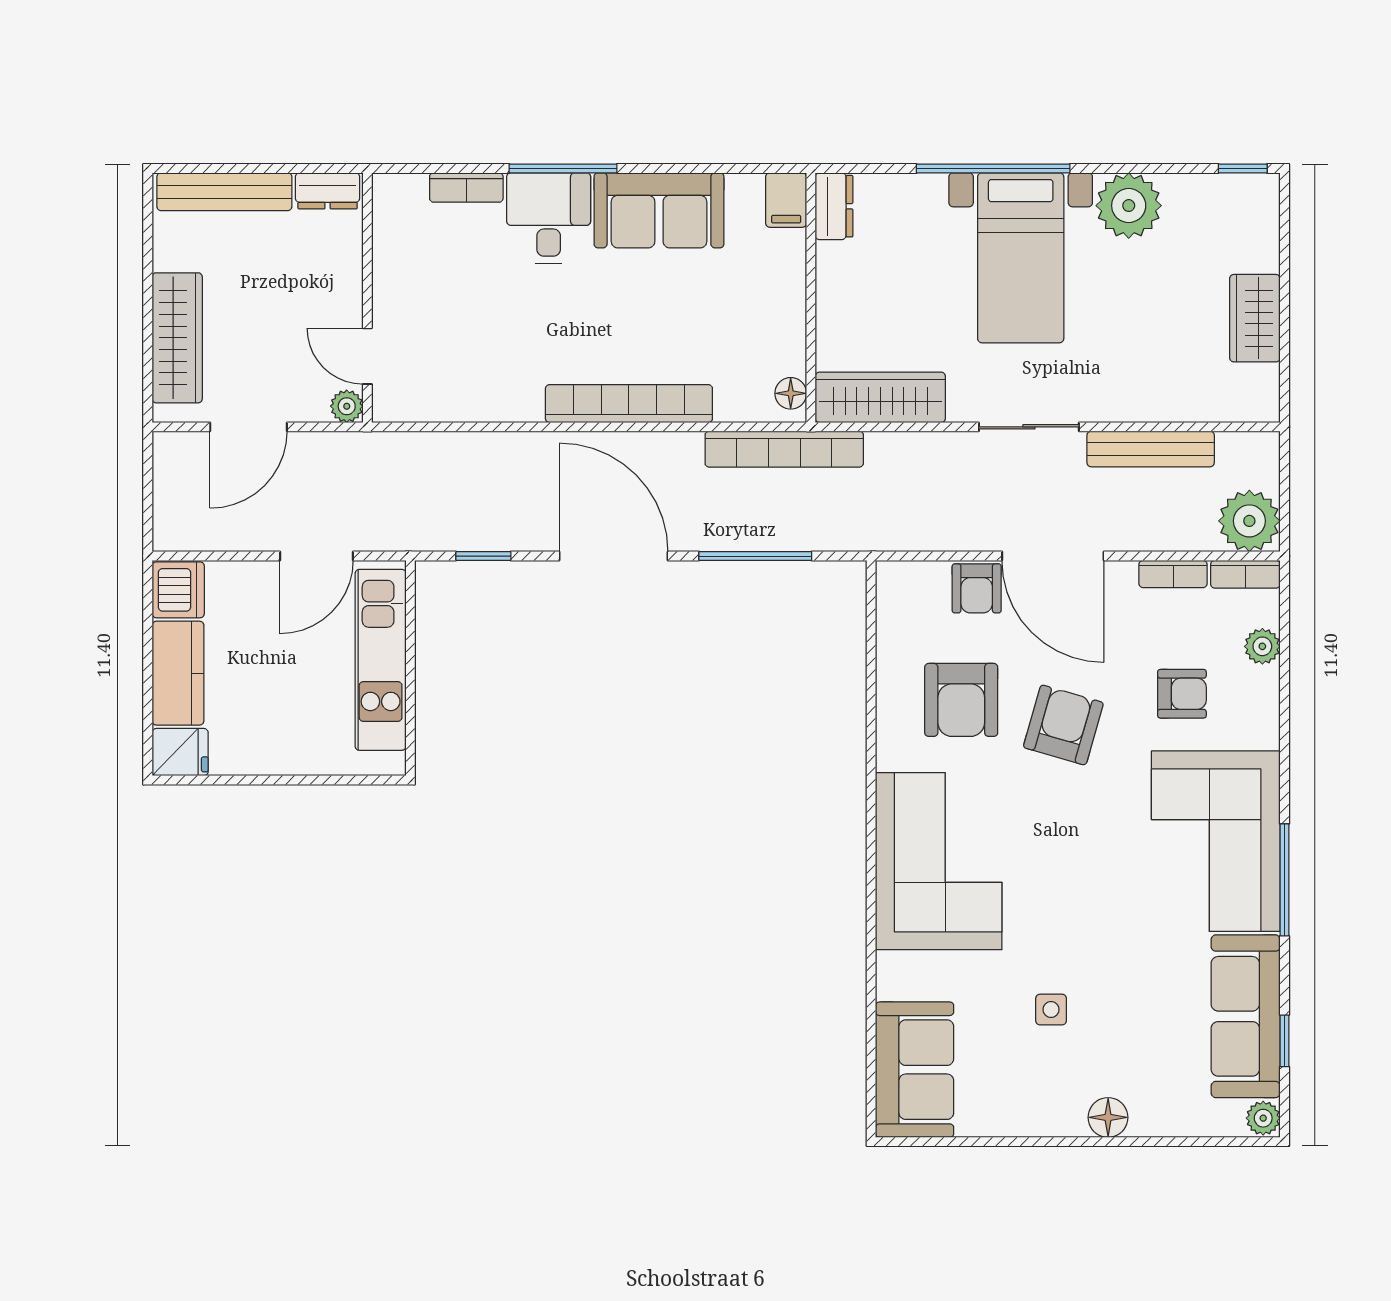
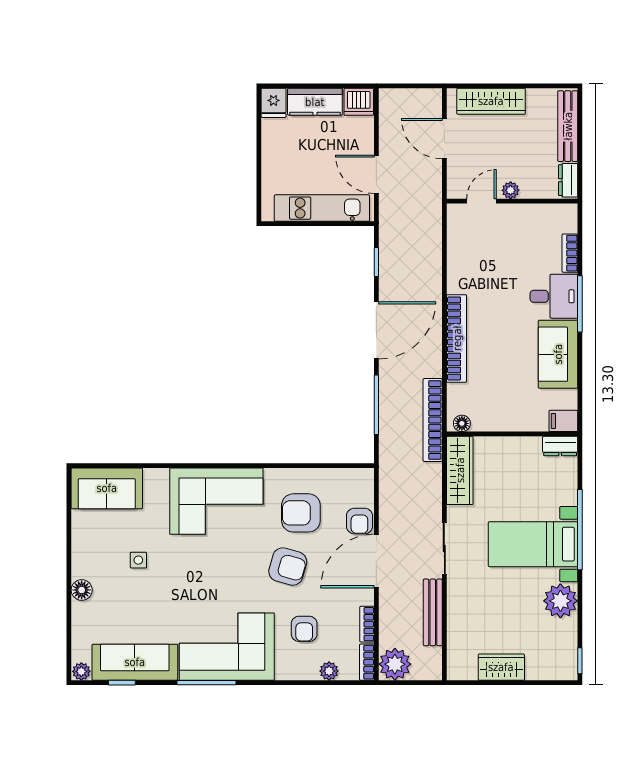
plant: (347, 406) -> (511, 190), moved
armchair: (977, 588) -> (359, 521), turned -90

